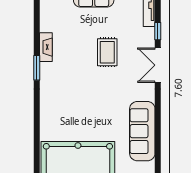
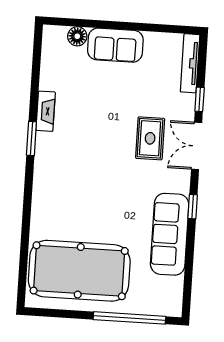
rug: (107, 52) -> (150, 138), moved
window: (158, 110) -> (193, 207), added

